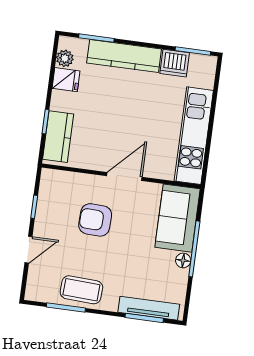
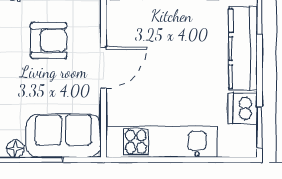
door: (124, 176) -> (103, 68), hinge flipped
armchair: (95, 220) -> (49, 40), turned 88

